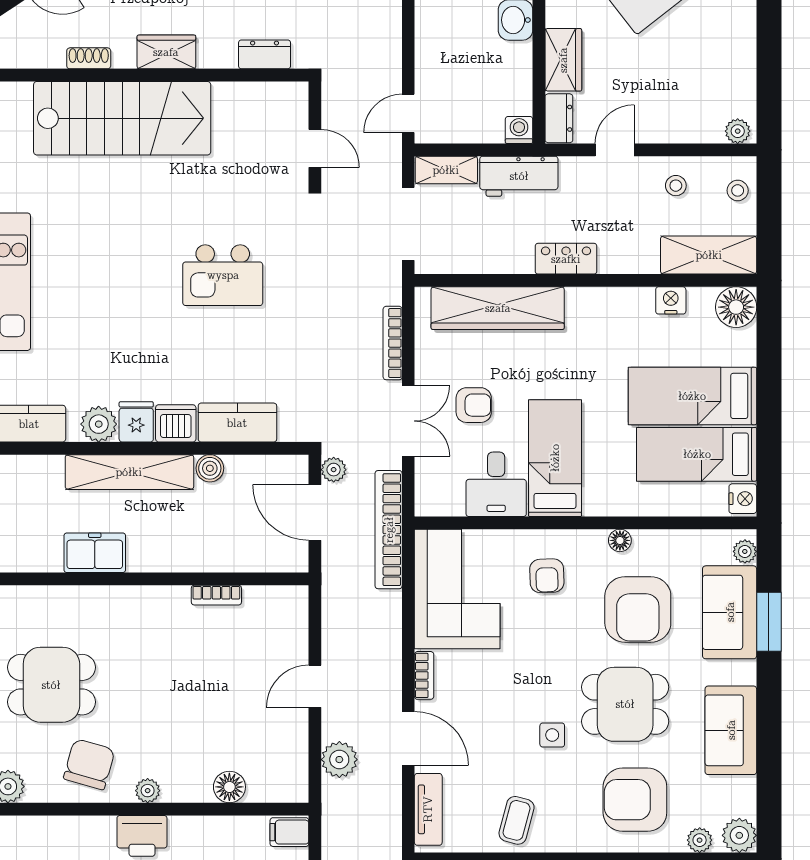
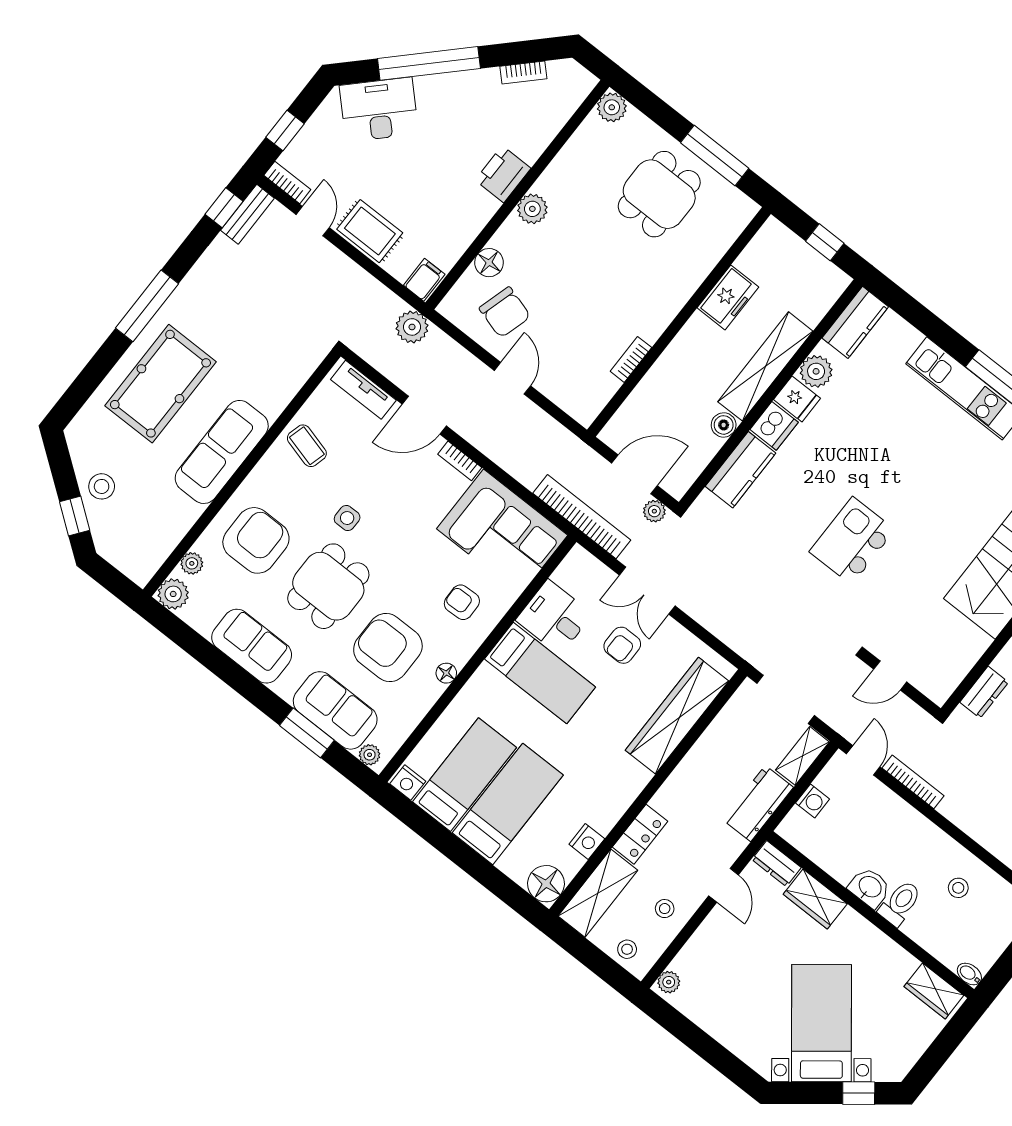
washing machine: (519, 130) -> (813, 801), moved
locker: (566, 259) -> (640, 834), moved
bookcase: (393, 343) -> (913, 782), moved
plant: (339, 760) -> (412, 327), moved
chair: (89, 764) -> (505, 312), moved
plant: (148, 791) -> (532, 209), width x1.38, depth x1.38

